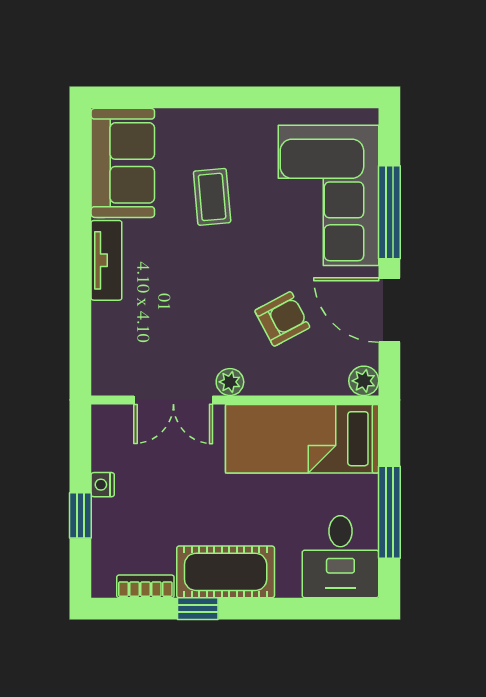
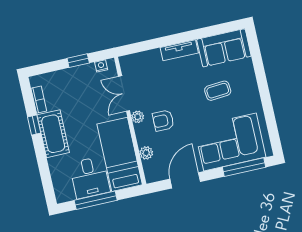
window: (389, 212) -> (244, 167), moved
armchair: (282, 319) -> (163, 121), moved, turned 118
plant: (364, 381) -> (146, 153), moved
nightstand: (103, 485) -> (101, 66), moved
window: (80, 515) -> (78, 61), moved
desk: (340, 557) -> (90, 177), moved, turned -90

